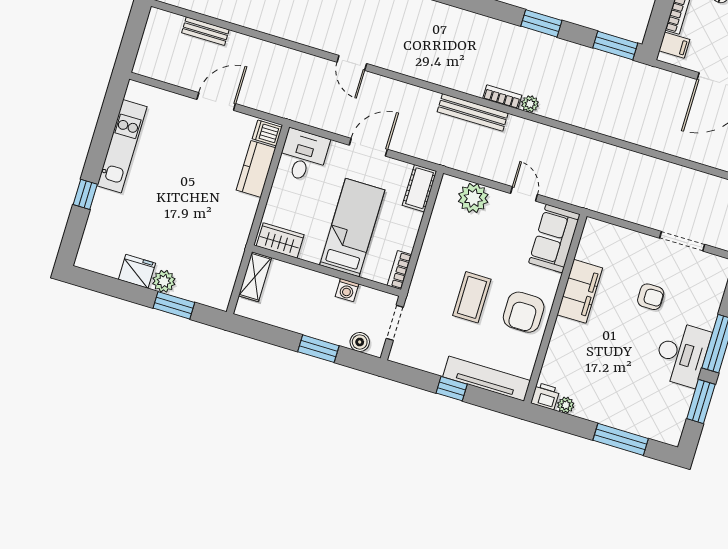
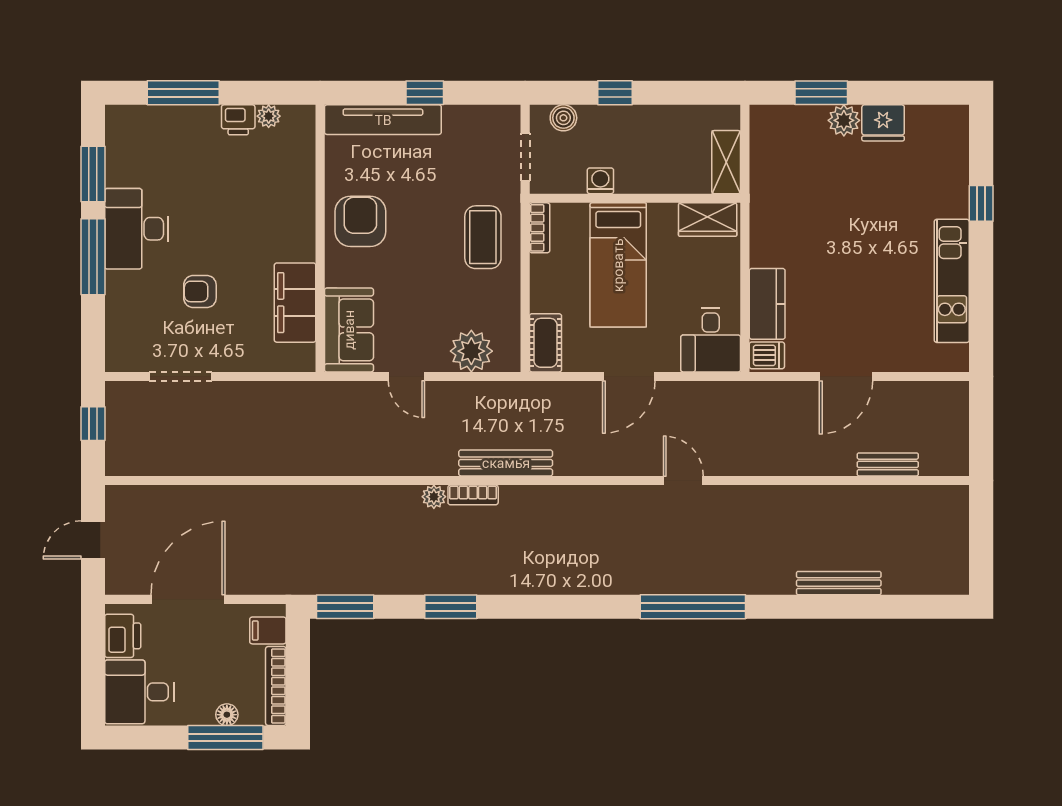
filing cabinet: (580, 291) -> (295, 303), moved
coffee table: (472, 297) -> (483, 237), moved
window: (318, 349) -> (615, 93), width x0.67
printer: (545, 396) -> (238, 120), moved

